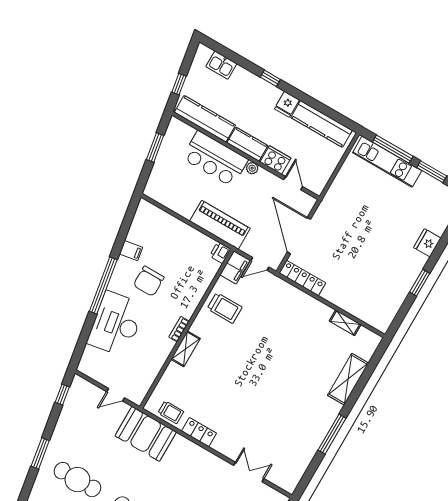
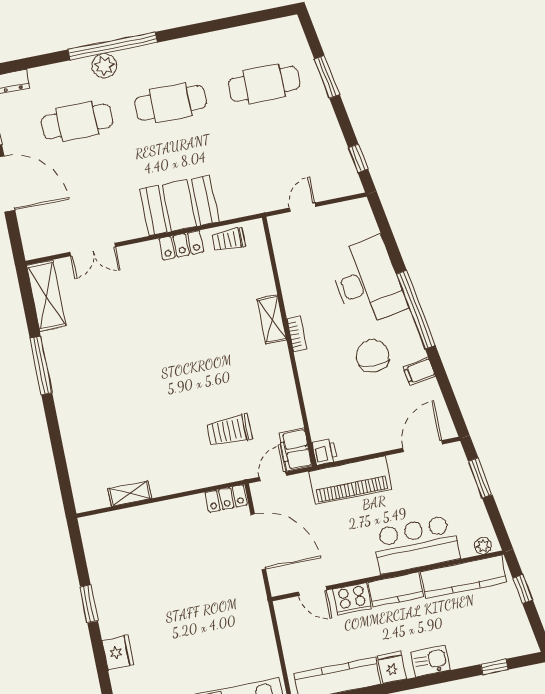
kitchen sink: (221, 65) -> (430, 661), moved
window: (270, 78) -> (494, 667), moved
window: (155, 148) -> (480, 478), moved
plant: (252, 168) -> (483, 546), moved
door: (165, 209) -> (423, 446), added
locker: (302, 278) -> (226, 499), width x0.66
trolley: (225, 308) -> (229, 430), moved
shelving: (348, 379) -> (46, 296), moved
booth: (146, 434) -> (179, 206), moved

